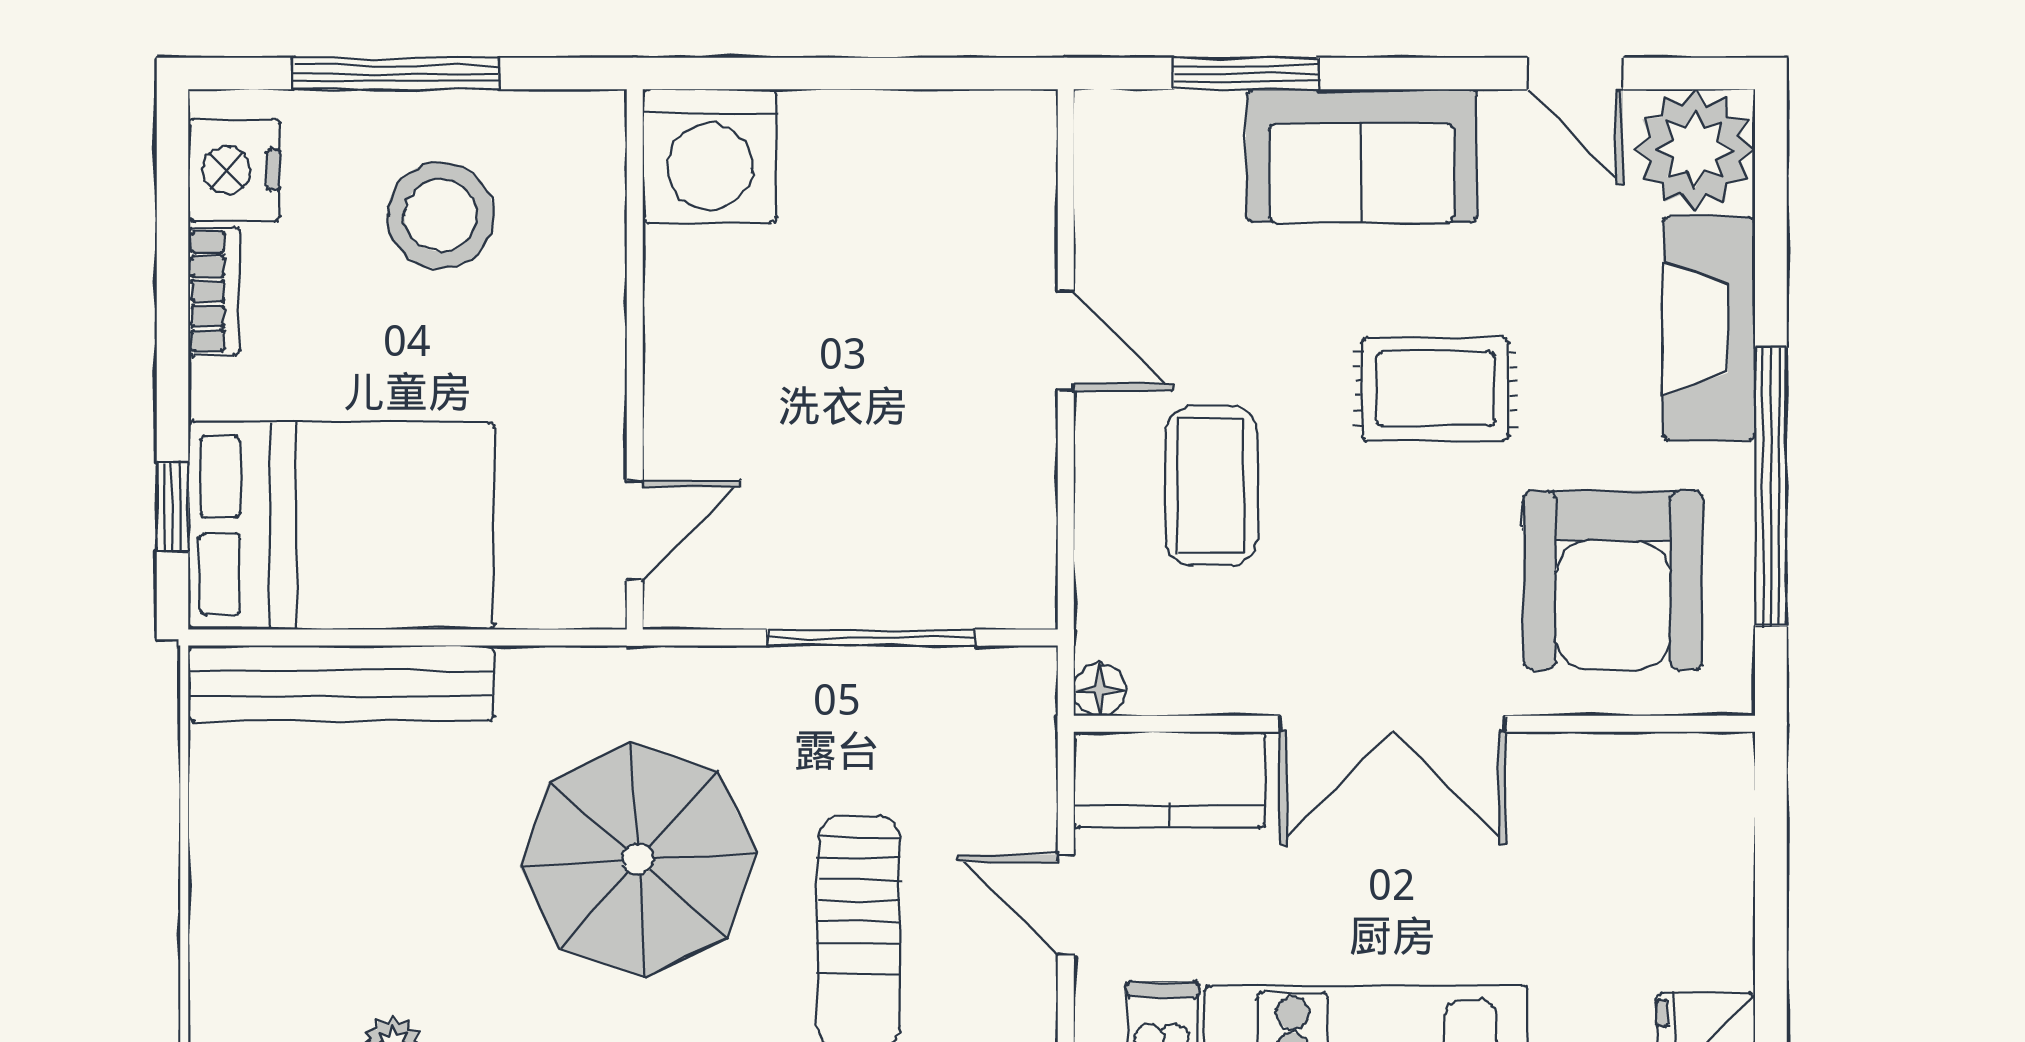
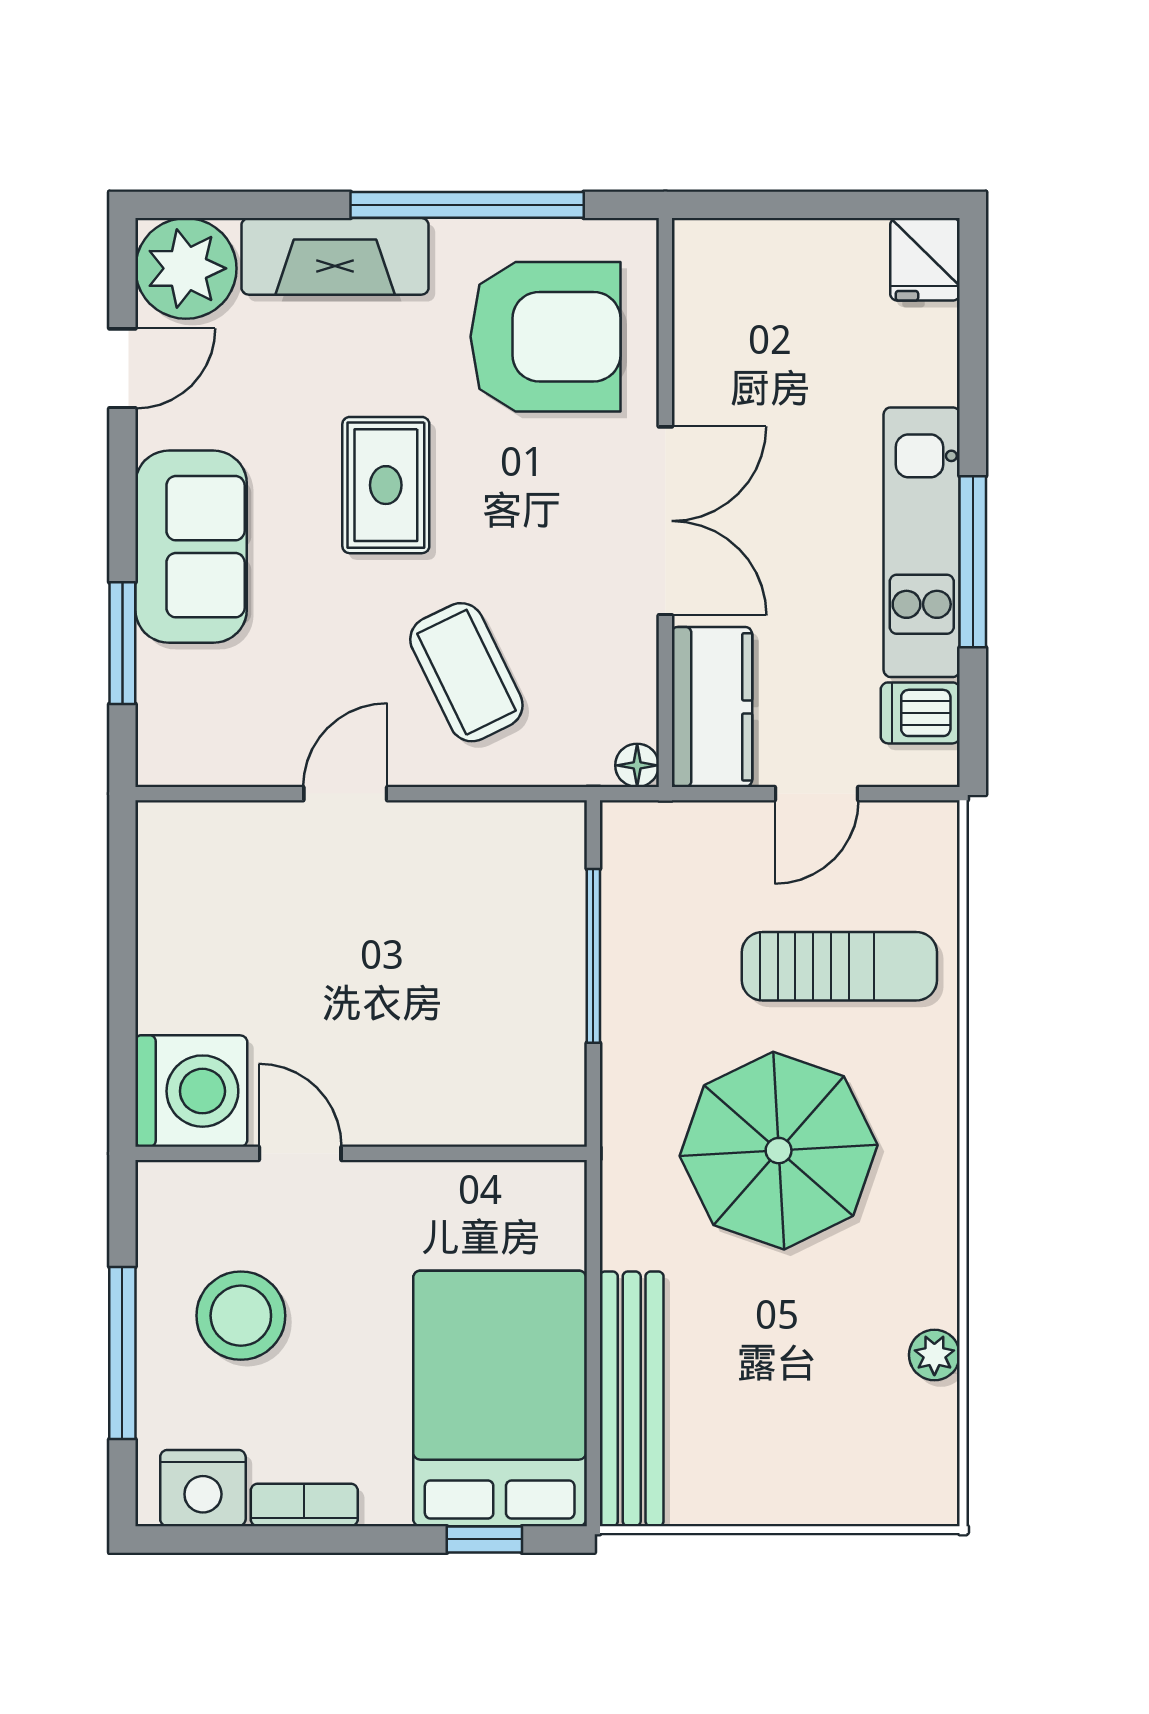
coffee table: (1211, 485) -> (466, 672), turned 64
door: (635, 530) -> (300, 1153), moved

